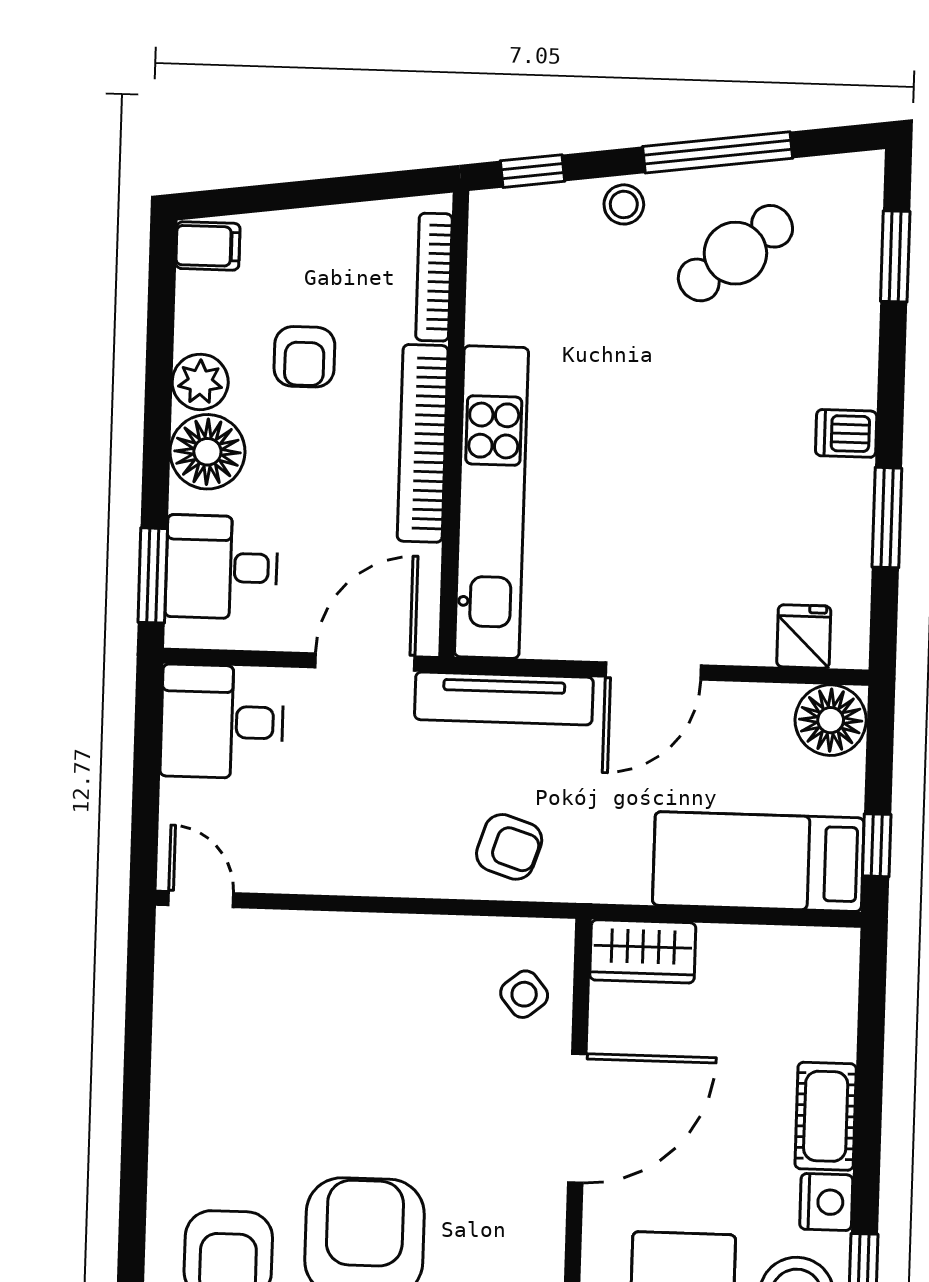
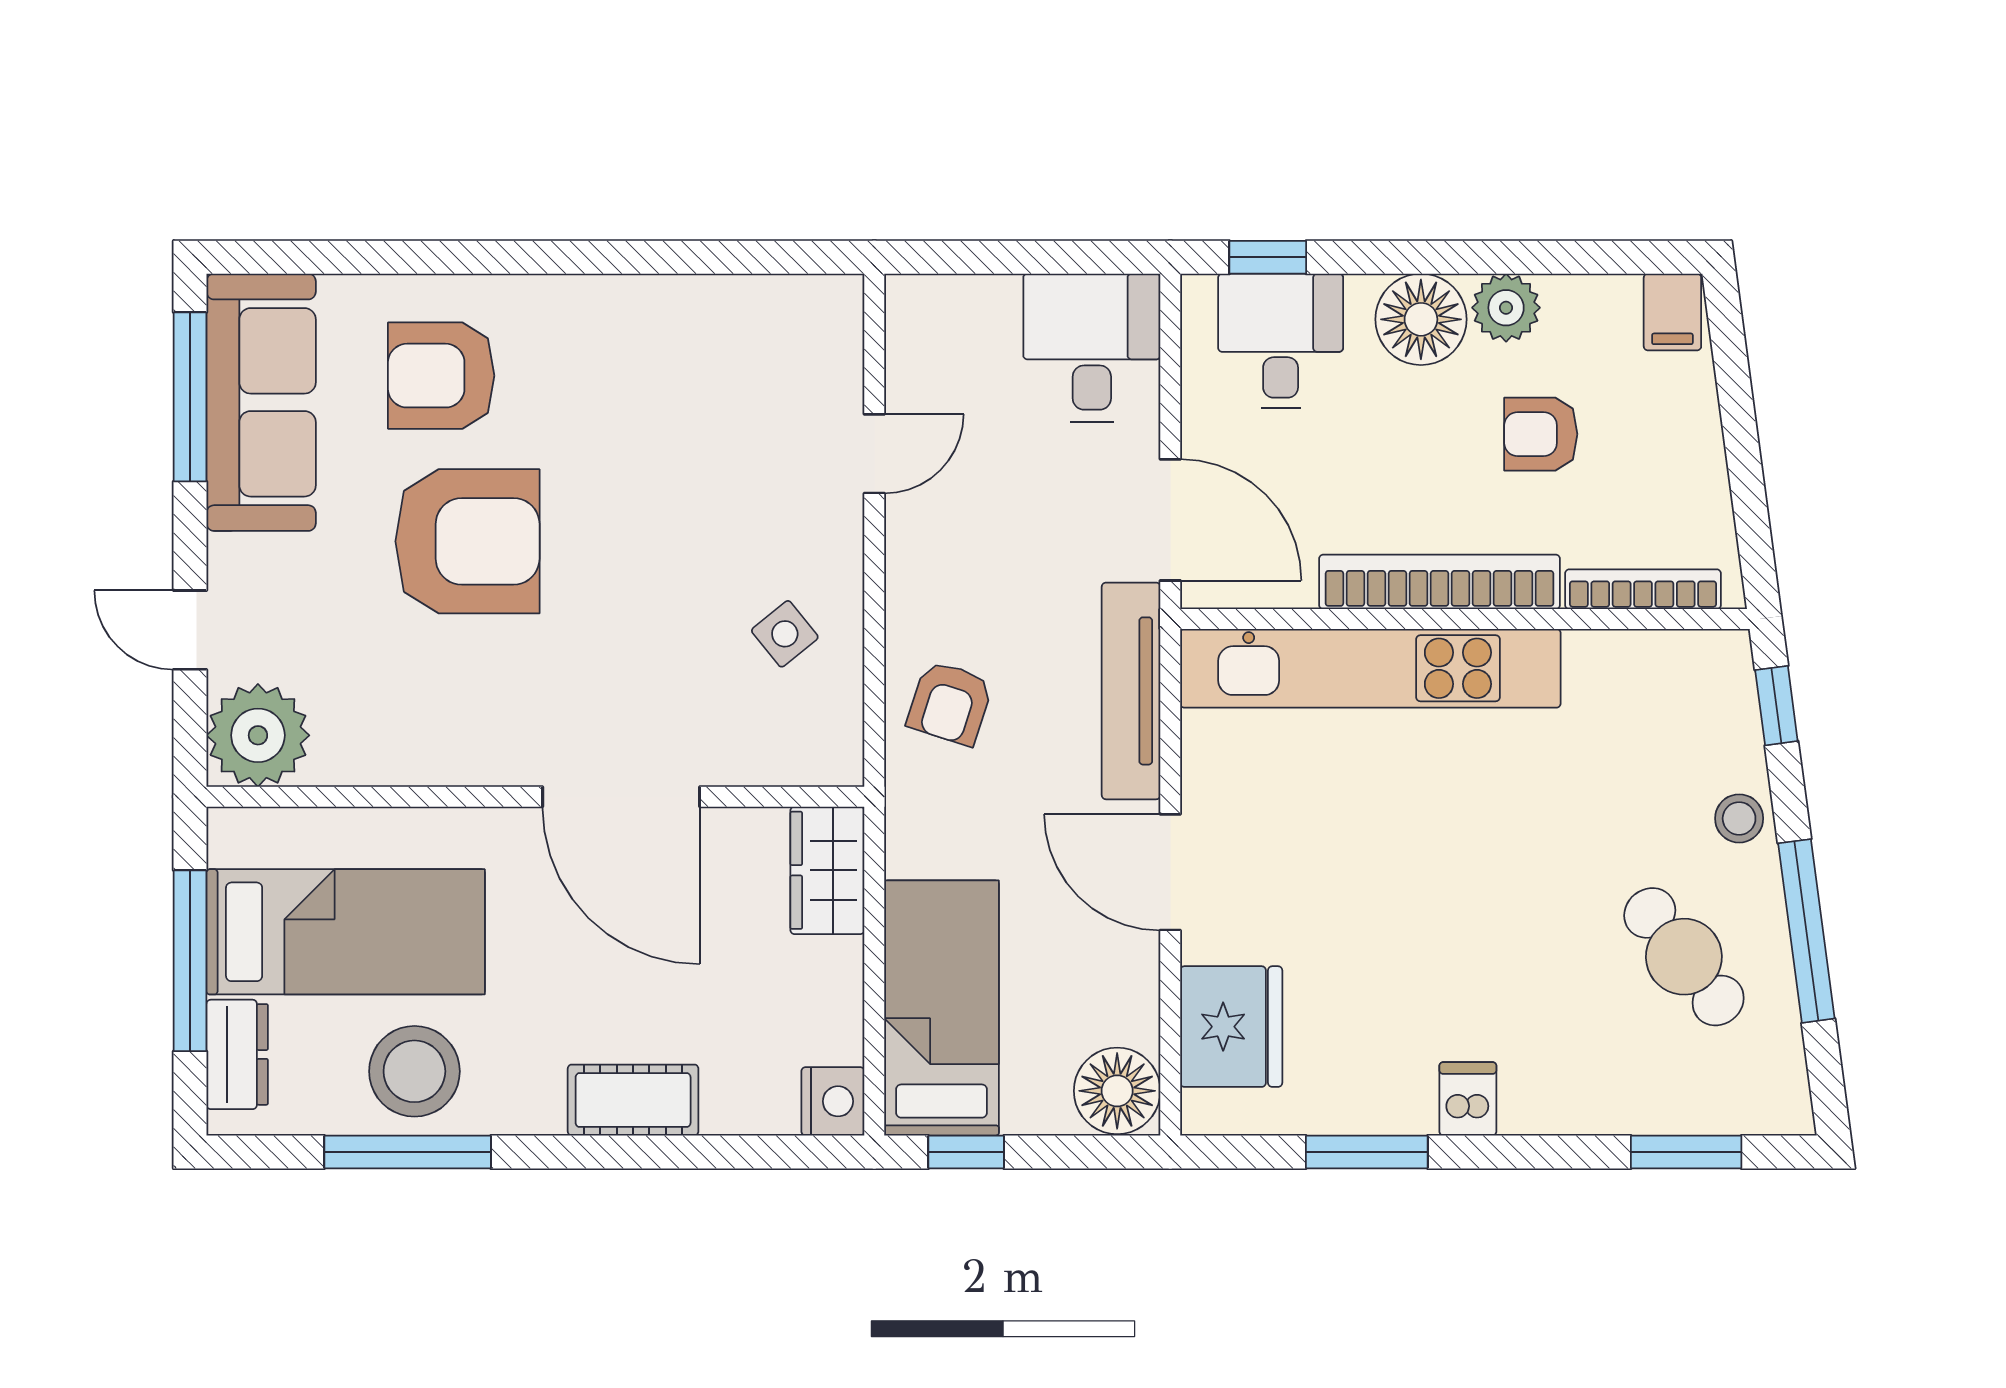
window: (153, 575) -> (1268, 257), width x0.67
fridge: (804, 636) -> (1231, 1027), width x1.88, depth x1.34
door: (201, 899) -> (874, 454), moved
side table: (524, 994) -> (785, 634), moved
nightstand: (826, 1202) -> (833, 1101), moved, turned -90

